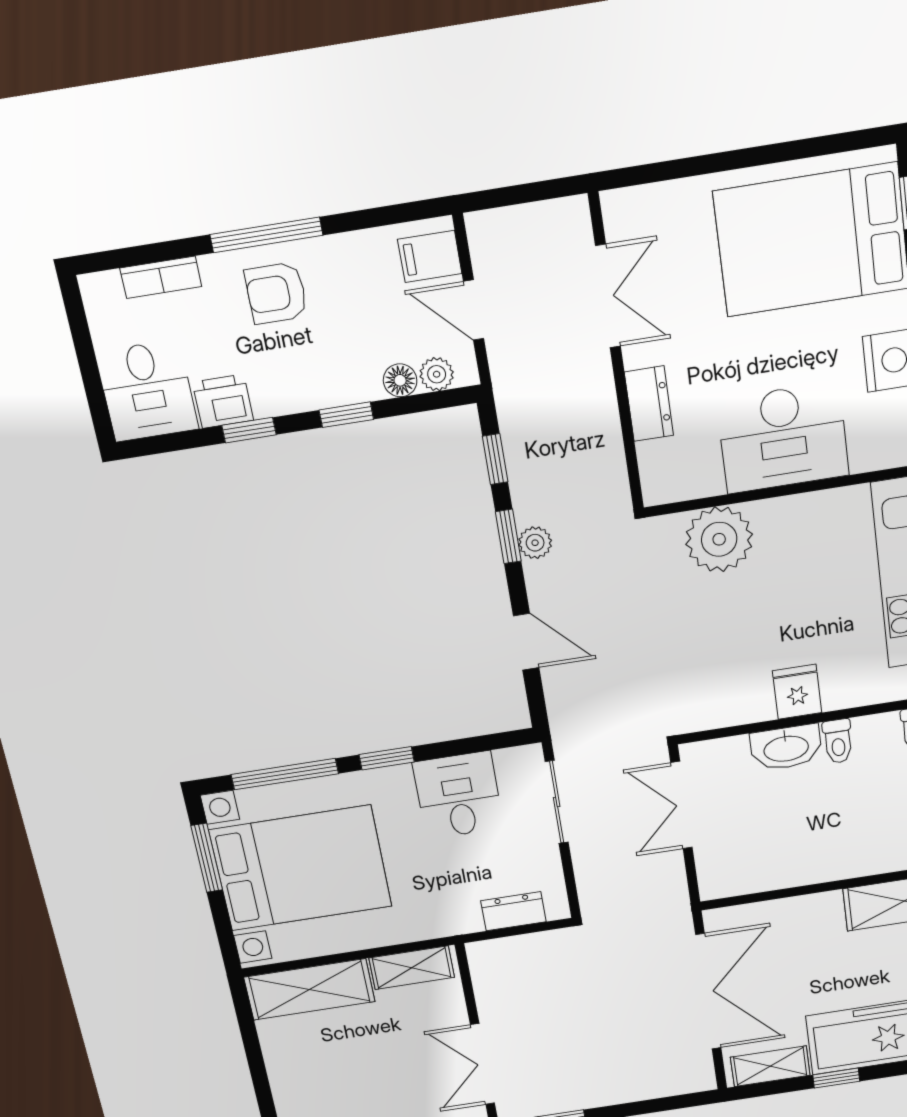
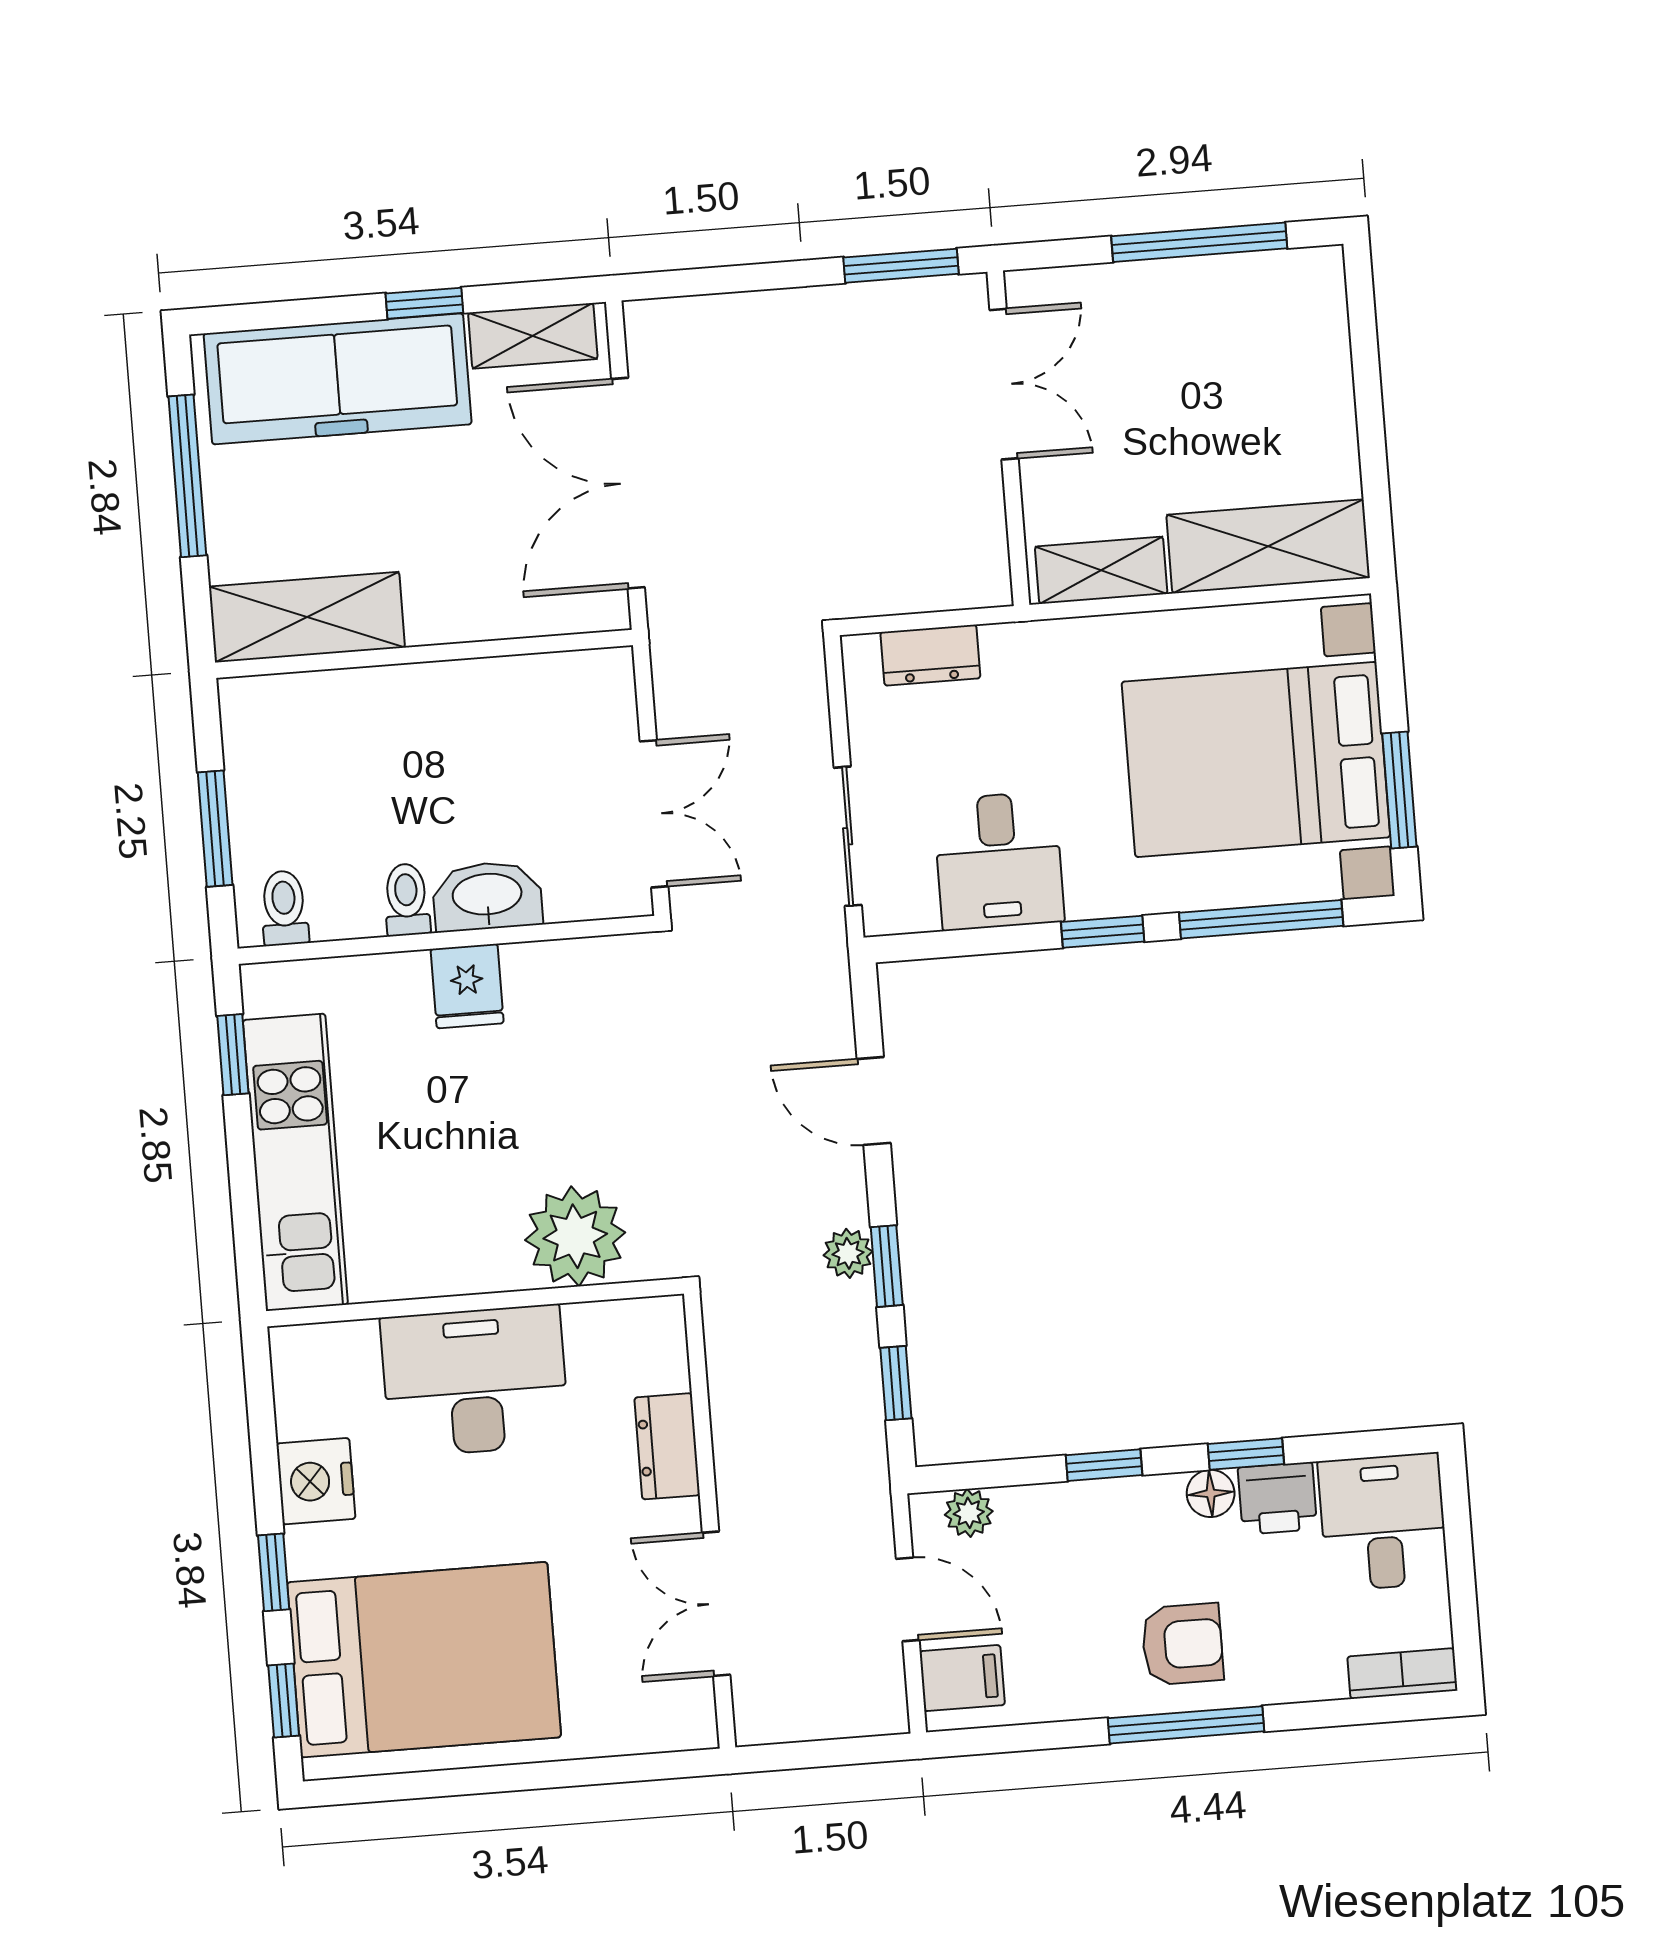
bookcase: (161, 277) -> (1402, 1674), moved
floor lamp: (400, 380) -> (1211, 1493), moved

